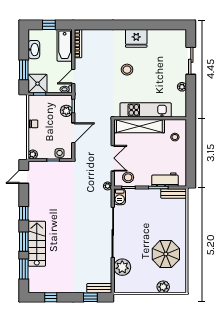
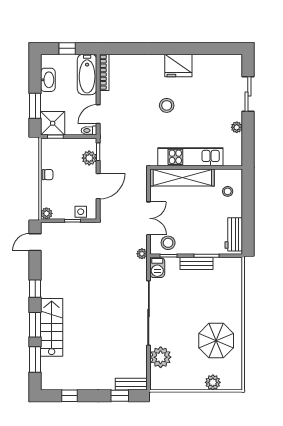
workbench: (165, 180) -> (234, 234), moved, turned -90
bench: (174, 193) -> (196, 263), moved

